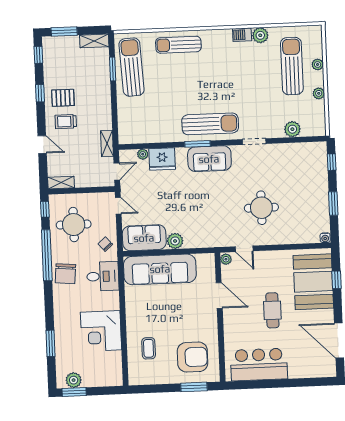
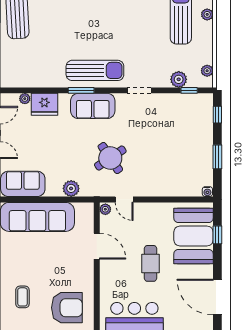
plant: (319, 93) -> (207, 71), moved
window: (303, 139) -> (189, 90), added
round table: (261, 208) -> (110, 158), moved, turned -34
plant: (175, 241) -> (71, 188), moved

